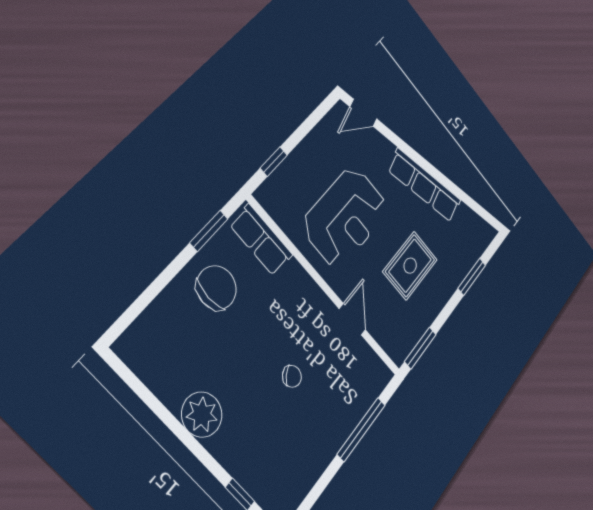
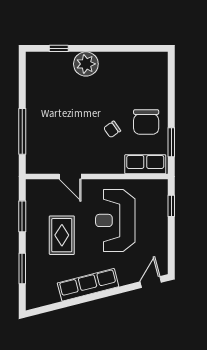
window: (420, 348) -> (22, 216), moved
chair: (292, 376) -> (112, 129), moved
plant: (202, 415) -> (86, 64), moved

